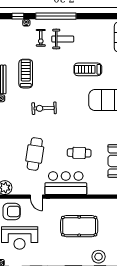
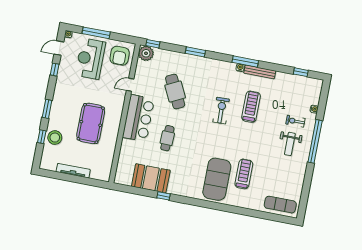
window: (18, 16) -> (323, 102), removed
treadmill: (88, 69) -> (244, 174), moved
treadmill: (26, 74) -> (251, 107), moved, turned -90
cafe table: (35, 154) -> (175, 92), turned 55

